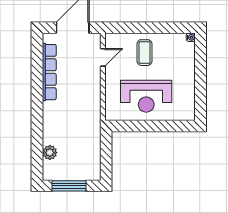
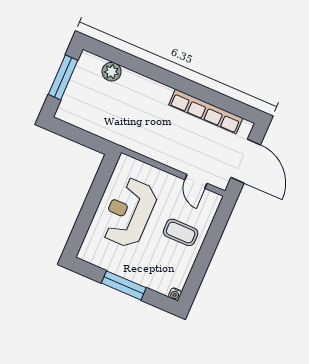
window: (201, 77) -> (124, 285), added

